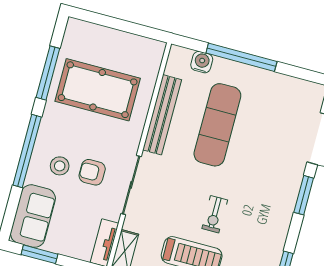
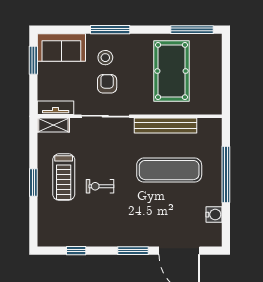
water cooler: (202, 62) -> (214, 215), moved
window: (48, 73) -> (192, 30), moved
window: (27, 151) -> (110, 30), width x0.68

